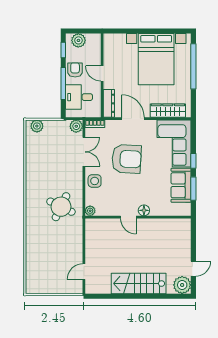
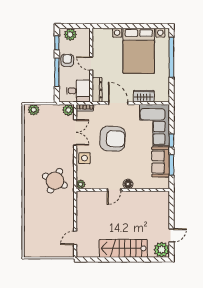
desk: (79, 97) -> (78, 91), moved, turned 180
wardrobe: (168, 111) -> (144, 96), width x0.67
door: (128, 217) -> (114, 190), hinge flipped

